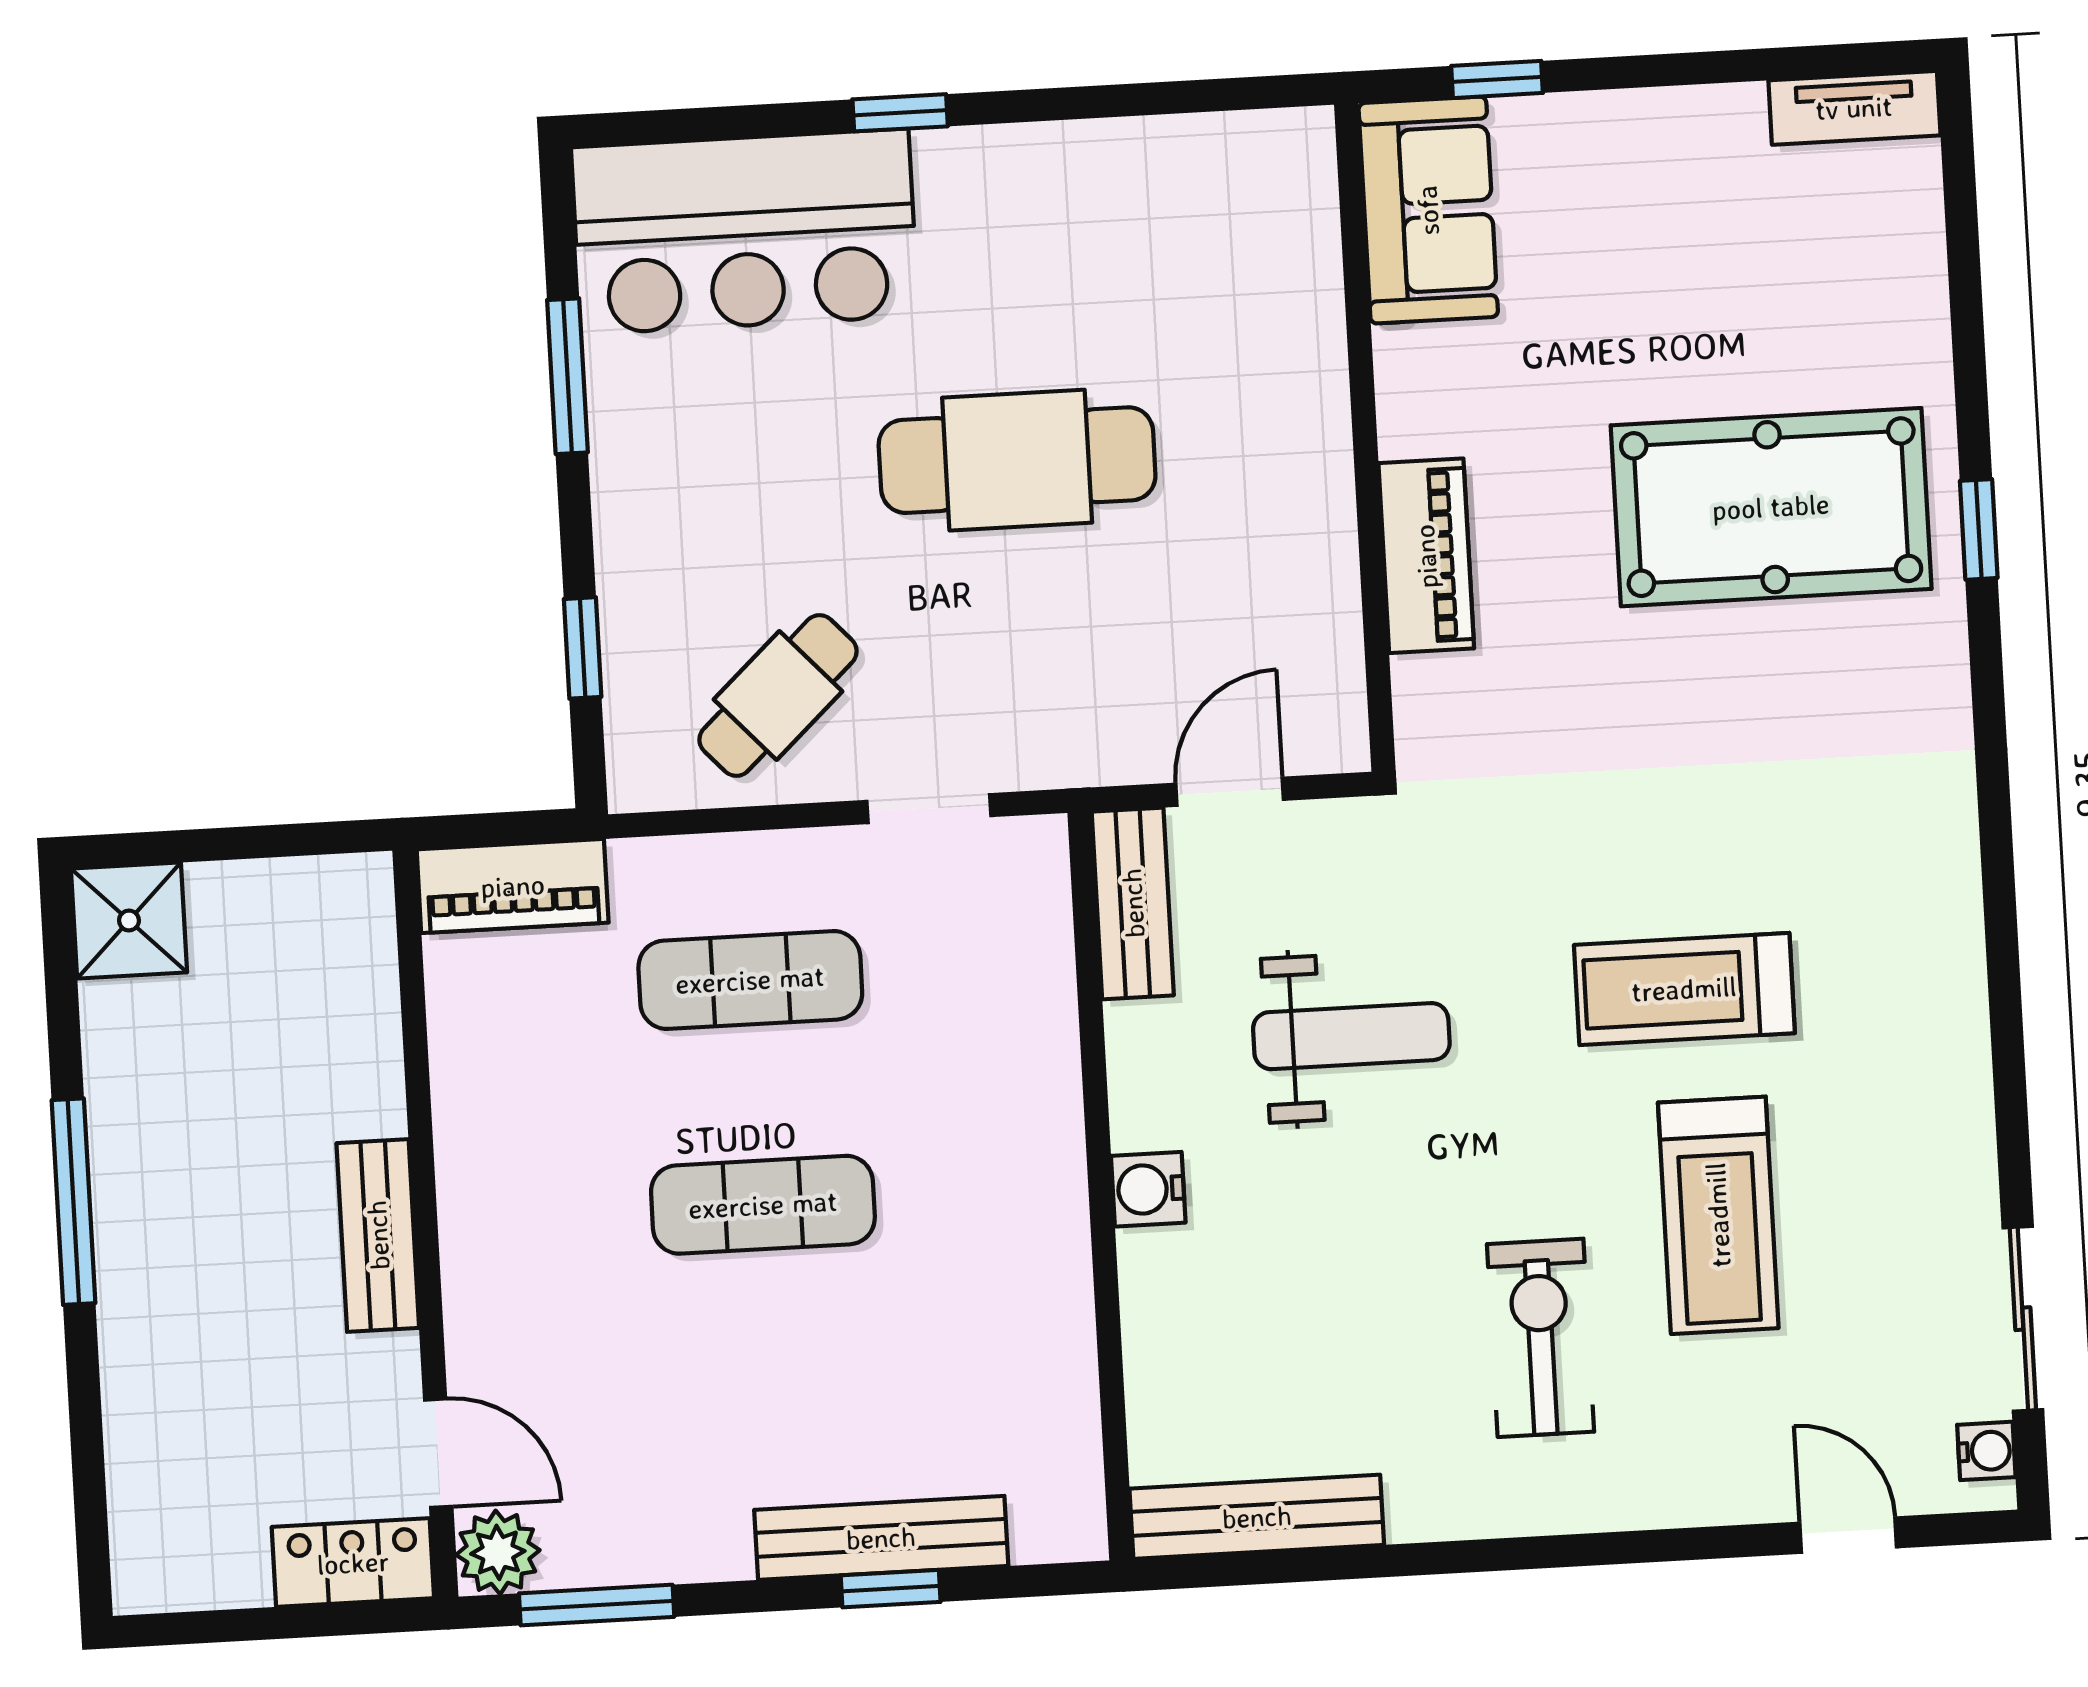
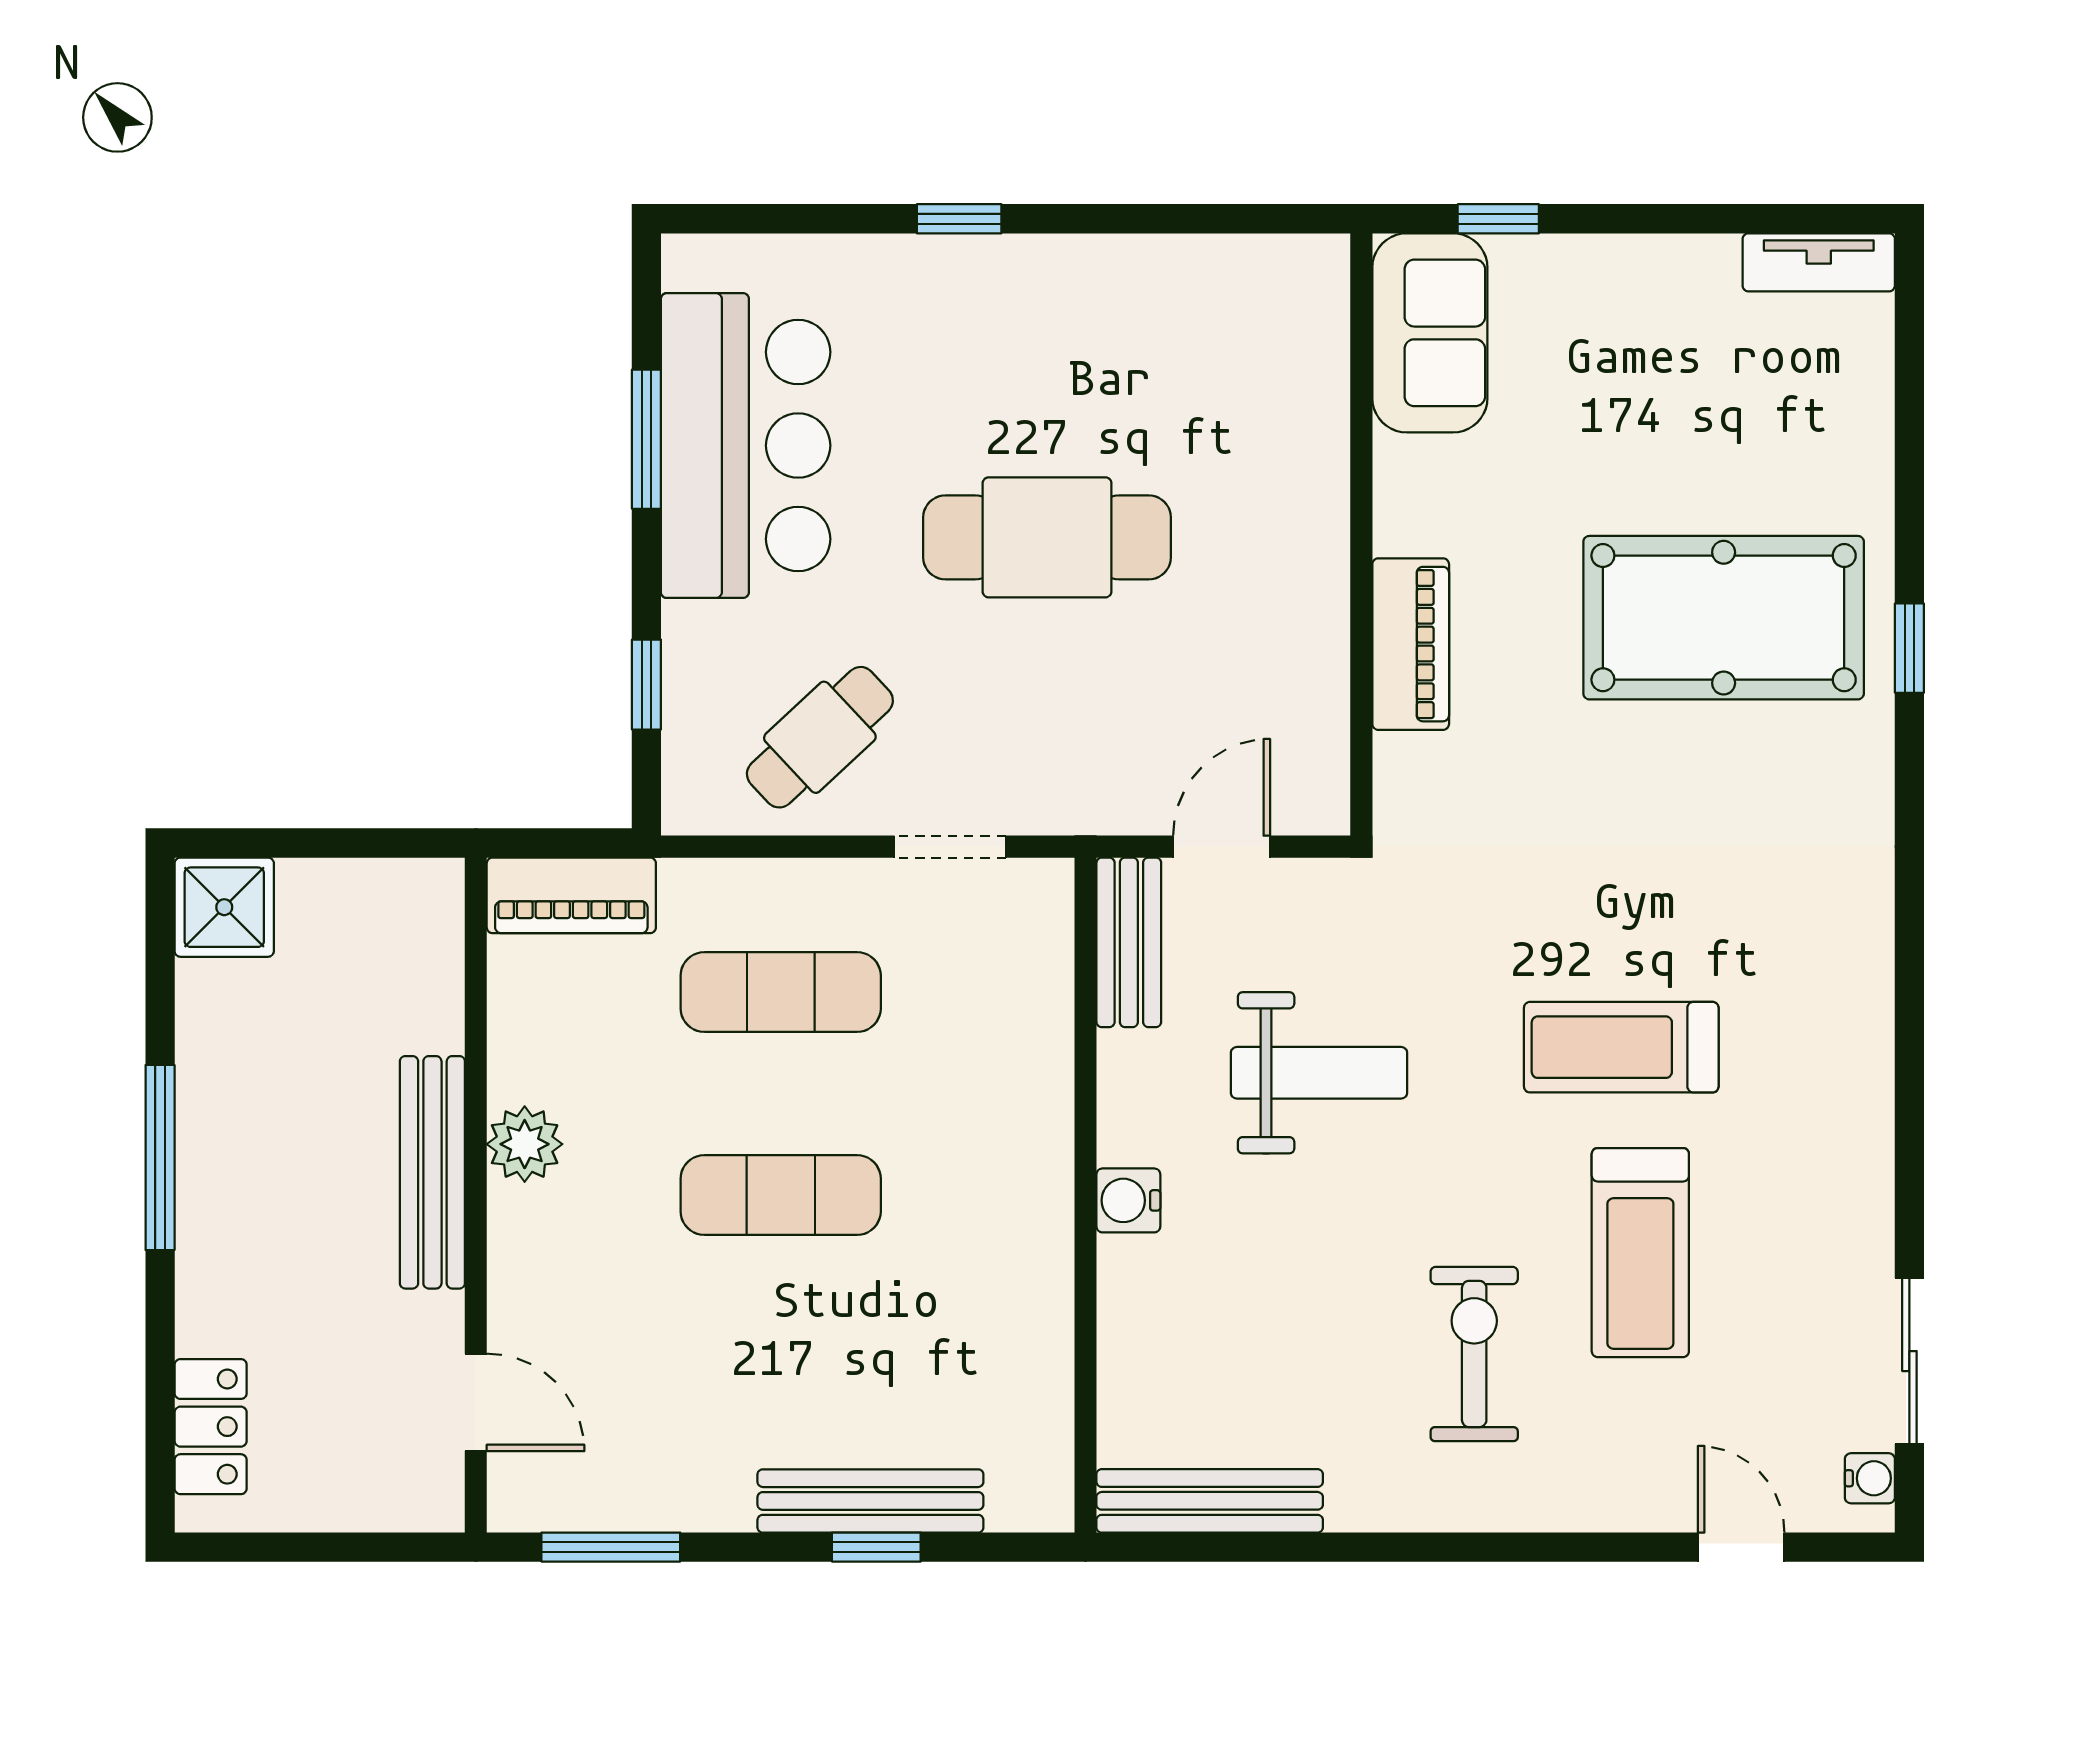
bar counter: (745, 232) -> (746, 446), moved, turned -90
bench: (378, 1235) -> (432, 1172), width x1.36
plant: (498, 1552) -> (525, 1144), moved
locker: (353, 1563) -> (211, 1427), moved, turned 90

